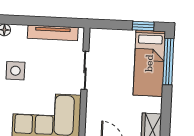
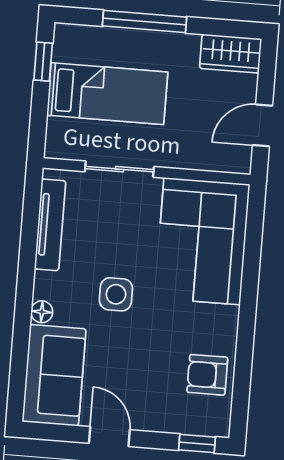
window: (168, 62) -> (144, 21), moved
bed: (149, 63) -> (107, 94), moved

